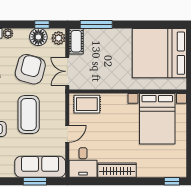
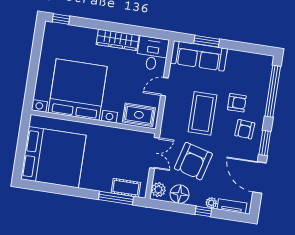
window: (42, 24) -> (203, 211), moved
cot: (76, 41) -> (126, 188), moved, turned 90
bed with nightstands: (157, 119) -> (78, 90), width x1.36

